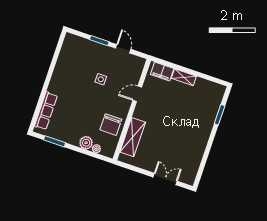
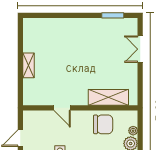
filing cabinet: (162, 71) -> (30, 90), removed
window: (220, 115) -> (113, 15), moved

